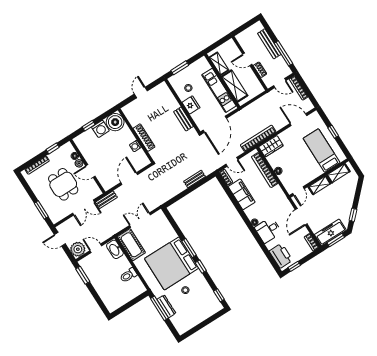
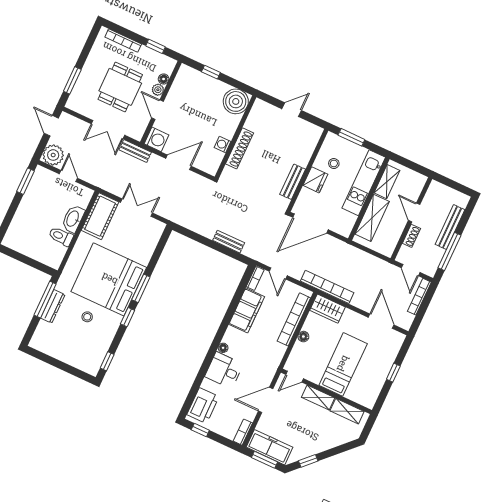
kitchen unit: (219, 90) -> (364, 183), moved
washing machine: (100, 129) -> (156, 139), moved, turned -90
bed: (322, 151) -> (343, 364), moved
washbasin: (115, 249) -> (73, 219), moved

